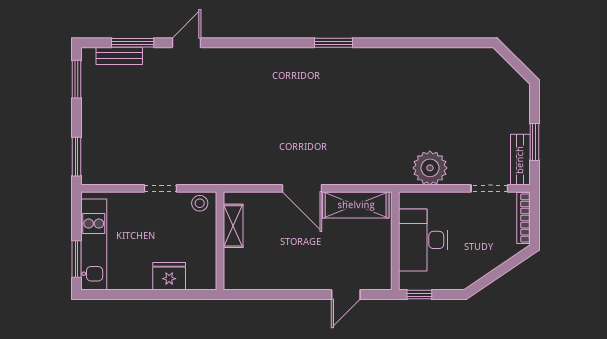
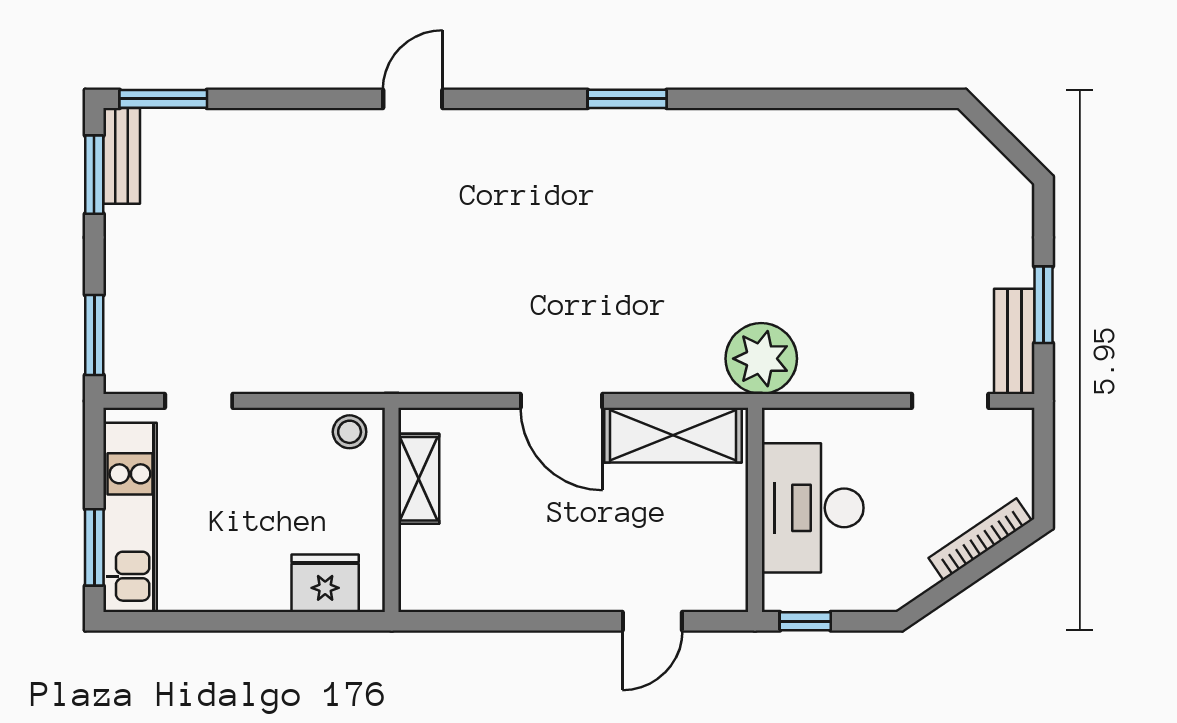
window: (133, 43) -> (163, 99), moved
door: (186, 43) -> (413, 99), moved
bench: (119, 56) -> (122, 156), moved, turned 90
plant: (430, 168) -> (761, 359), moved
doorway: (160, 188) -> (199, 401), moved
bookcase: (523, 218) -> (980, 539), moved, turned 56
fridge: (169, 276) -> (325, 583), moved

